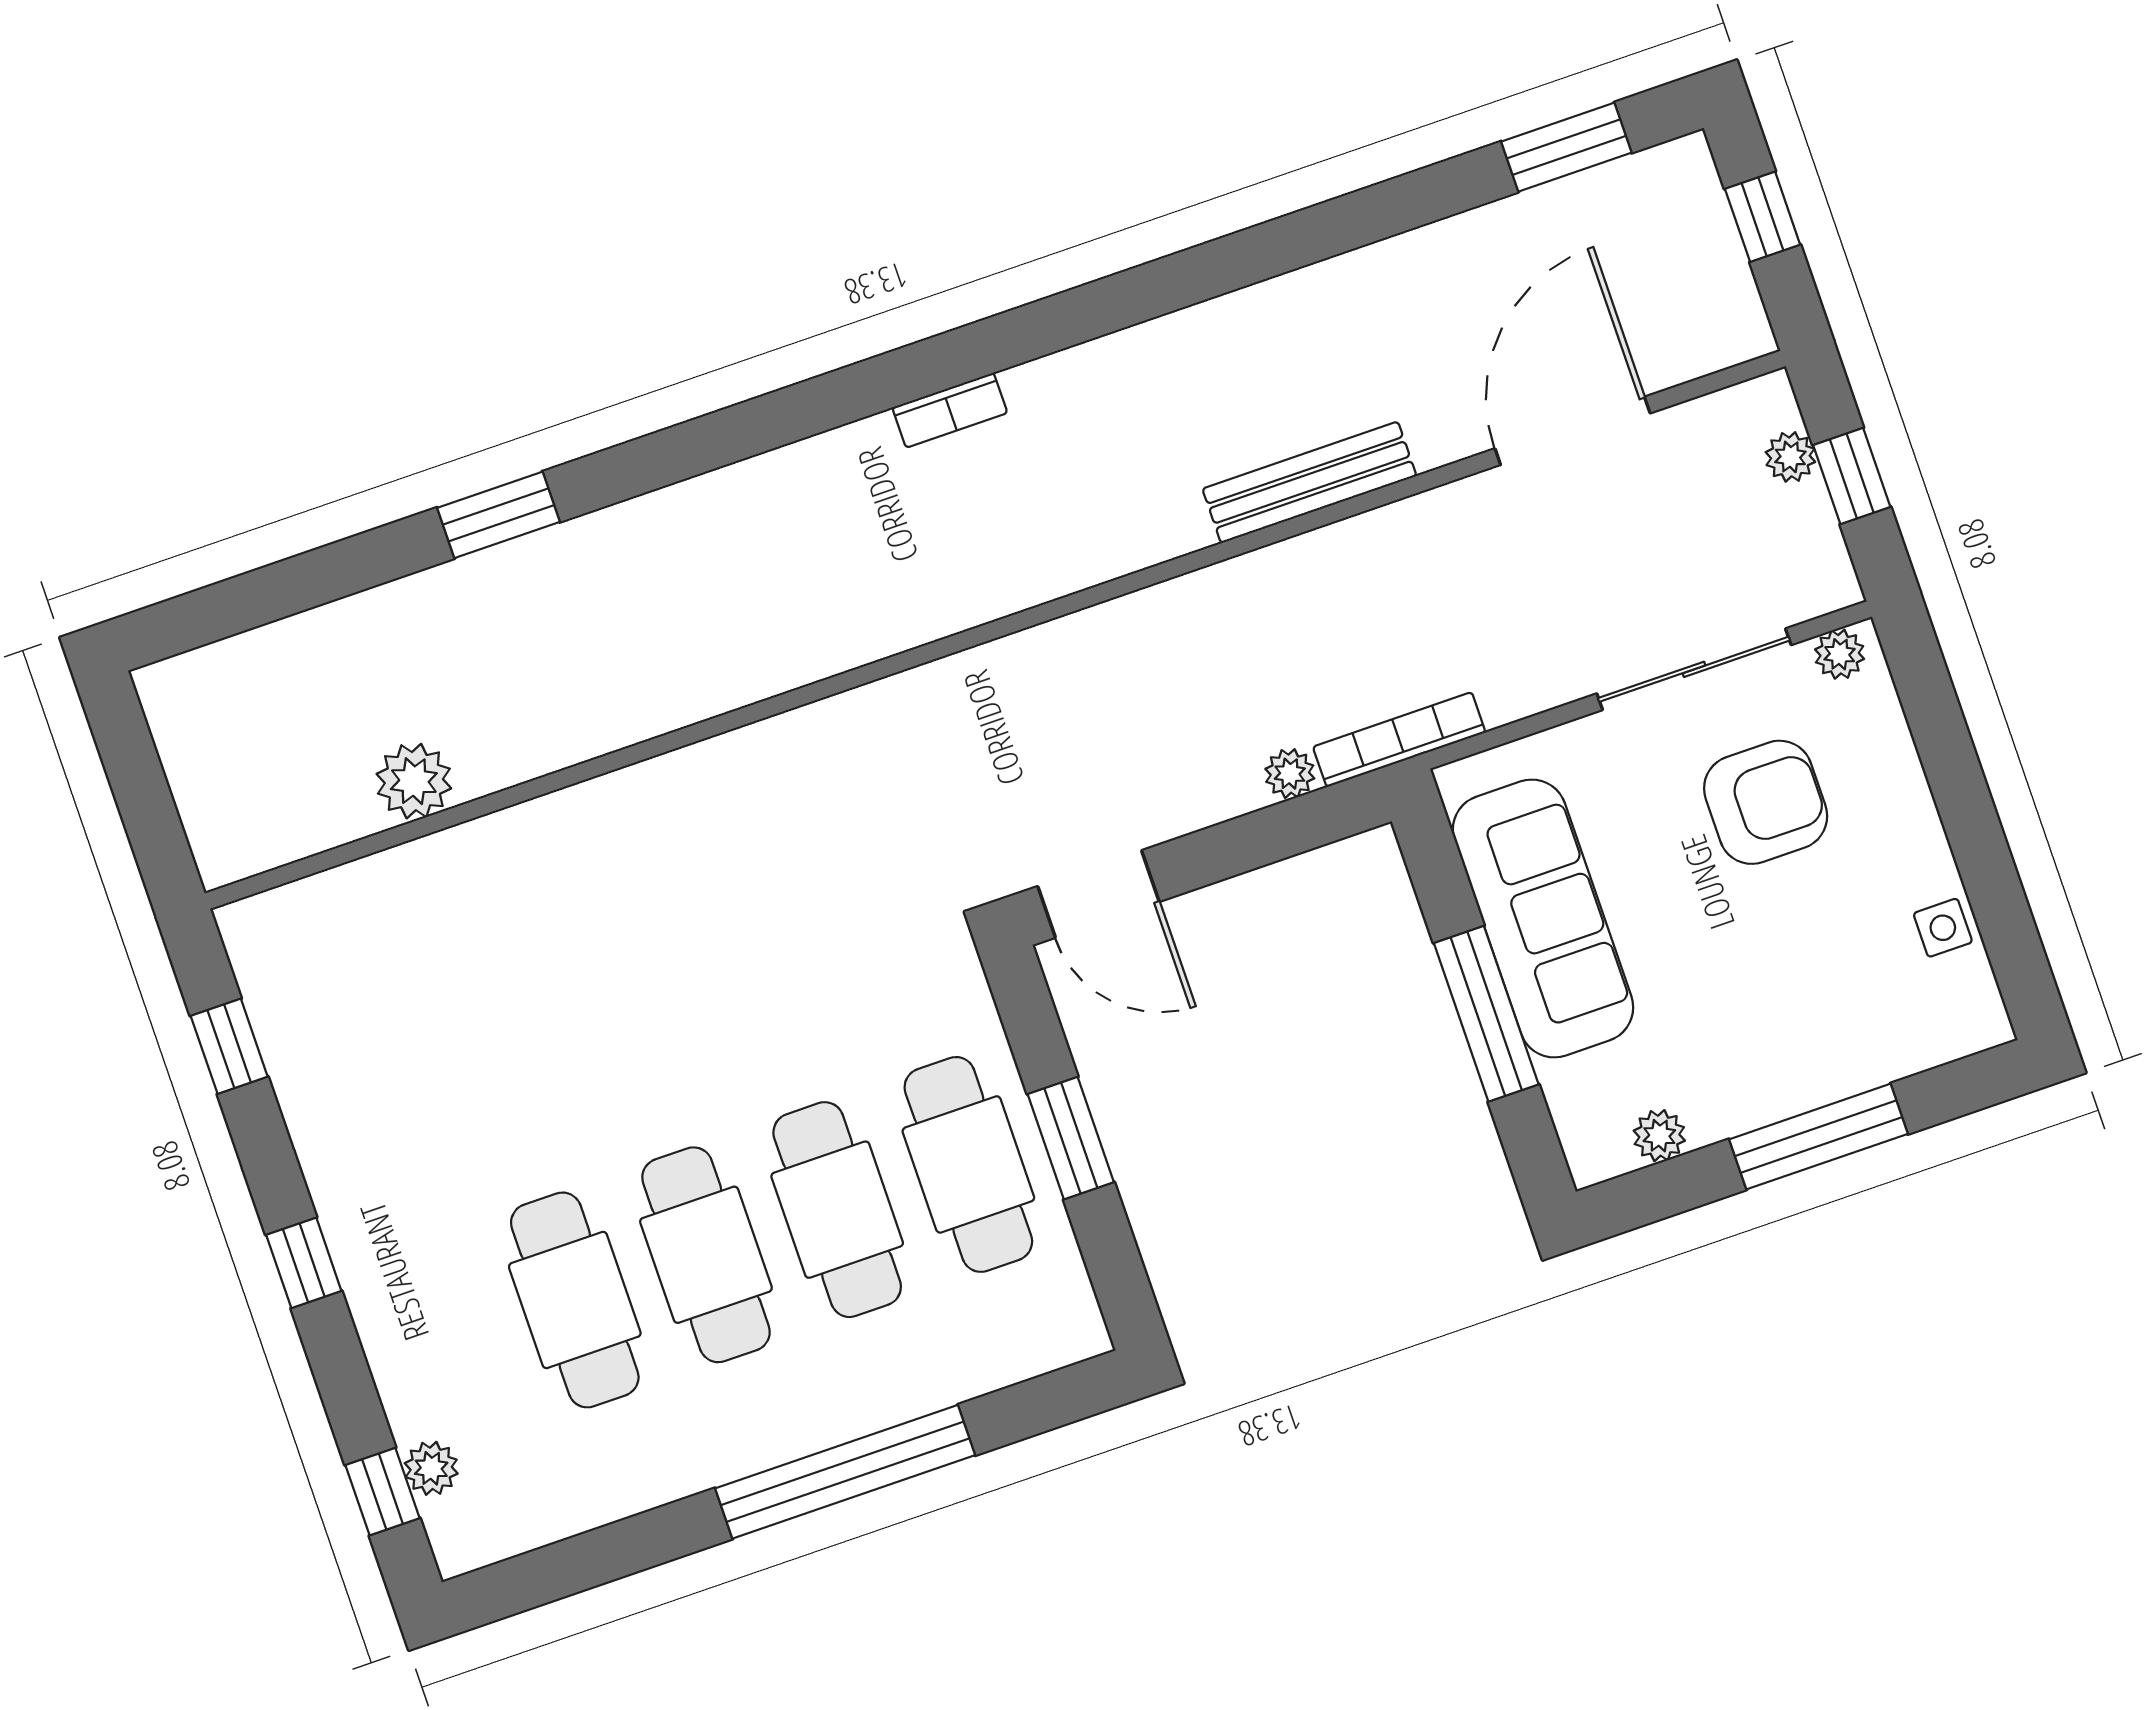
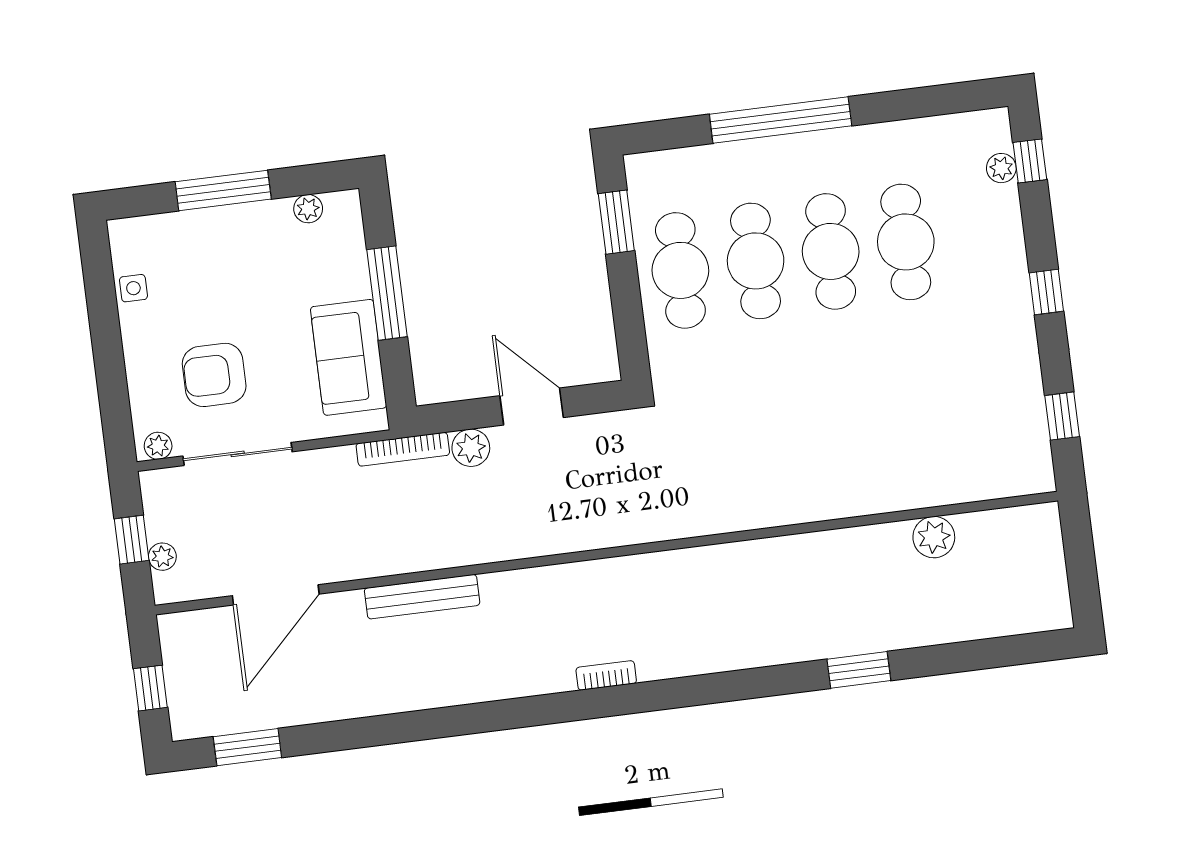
plant: (1290, 774) -> (471, 448), width x1.38, depth x1.38
door: (1098, 894) -> (532, 407), moved
sofa: (1543, 919) -> (348, 357), width x0.73
window: (1071, 1138) -> (616, 222), moved

